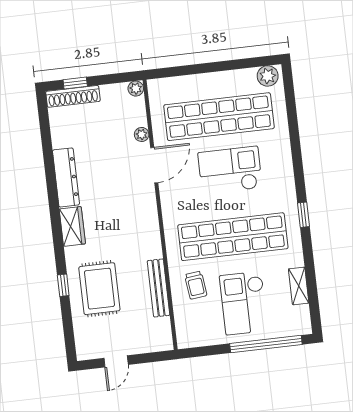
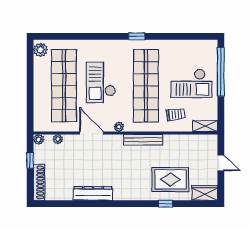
window: (75, 83) -> (30, 160), moved
plant: (142, 134) -> (58, 139), moved
plant: (168, 204) -> (119, 127), added
wardrobe: (72, 226) -> (205, 193), moved
shelving: (299, 286) -> (205, 126), moved
bench: (159, 288) -> (143, 140), moved
door: (116, 361) -> (221, 163), moved

